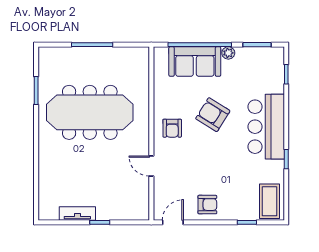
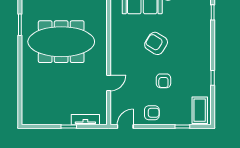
bar counter: (266, 127) -> (197, 53), removed
armchair: (172, 128) -> (163, 81), moved
door: (151, 166) -> (109, 83), swing flipped
tv unit: (77, 214) -> (85, 120), moved

